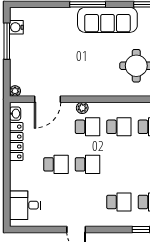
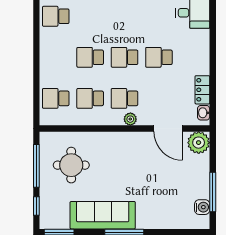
plant: (15, 91) -> (199, 143), width x1.88, depth x1.88
door: (48, 99) -> (168, 128), swing flipped
locker: (16, 142) -> (202, 90), width x0.66
school desk: (119, 202) -> (90, 57), moved

